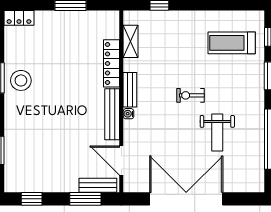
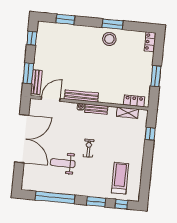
locker: (111, 63) -> (134, 101), moved, width x0.66

